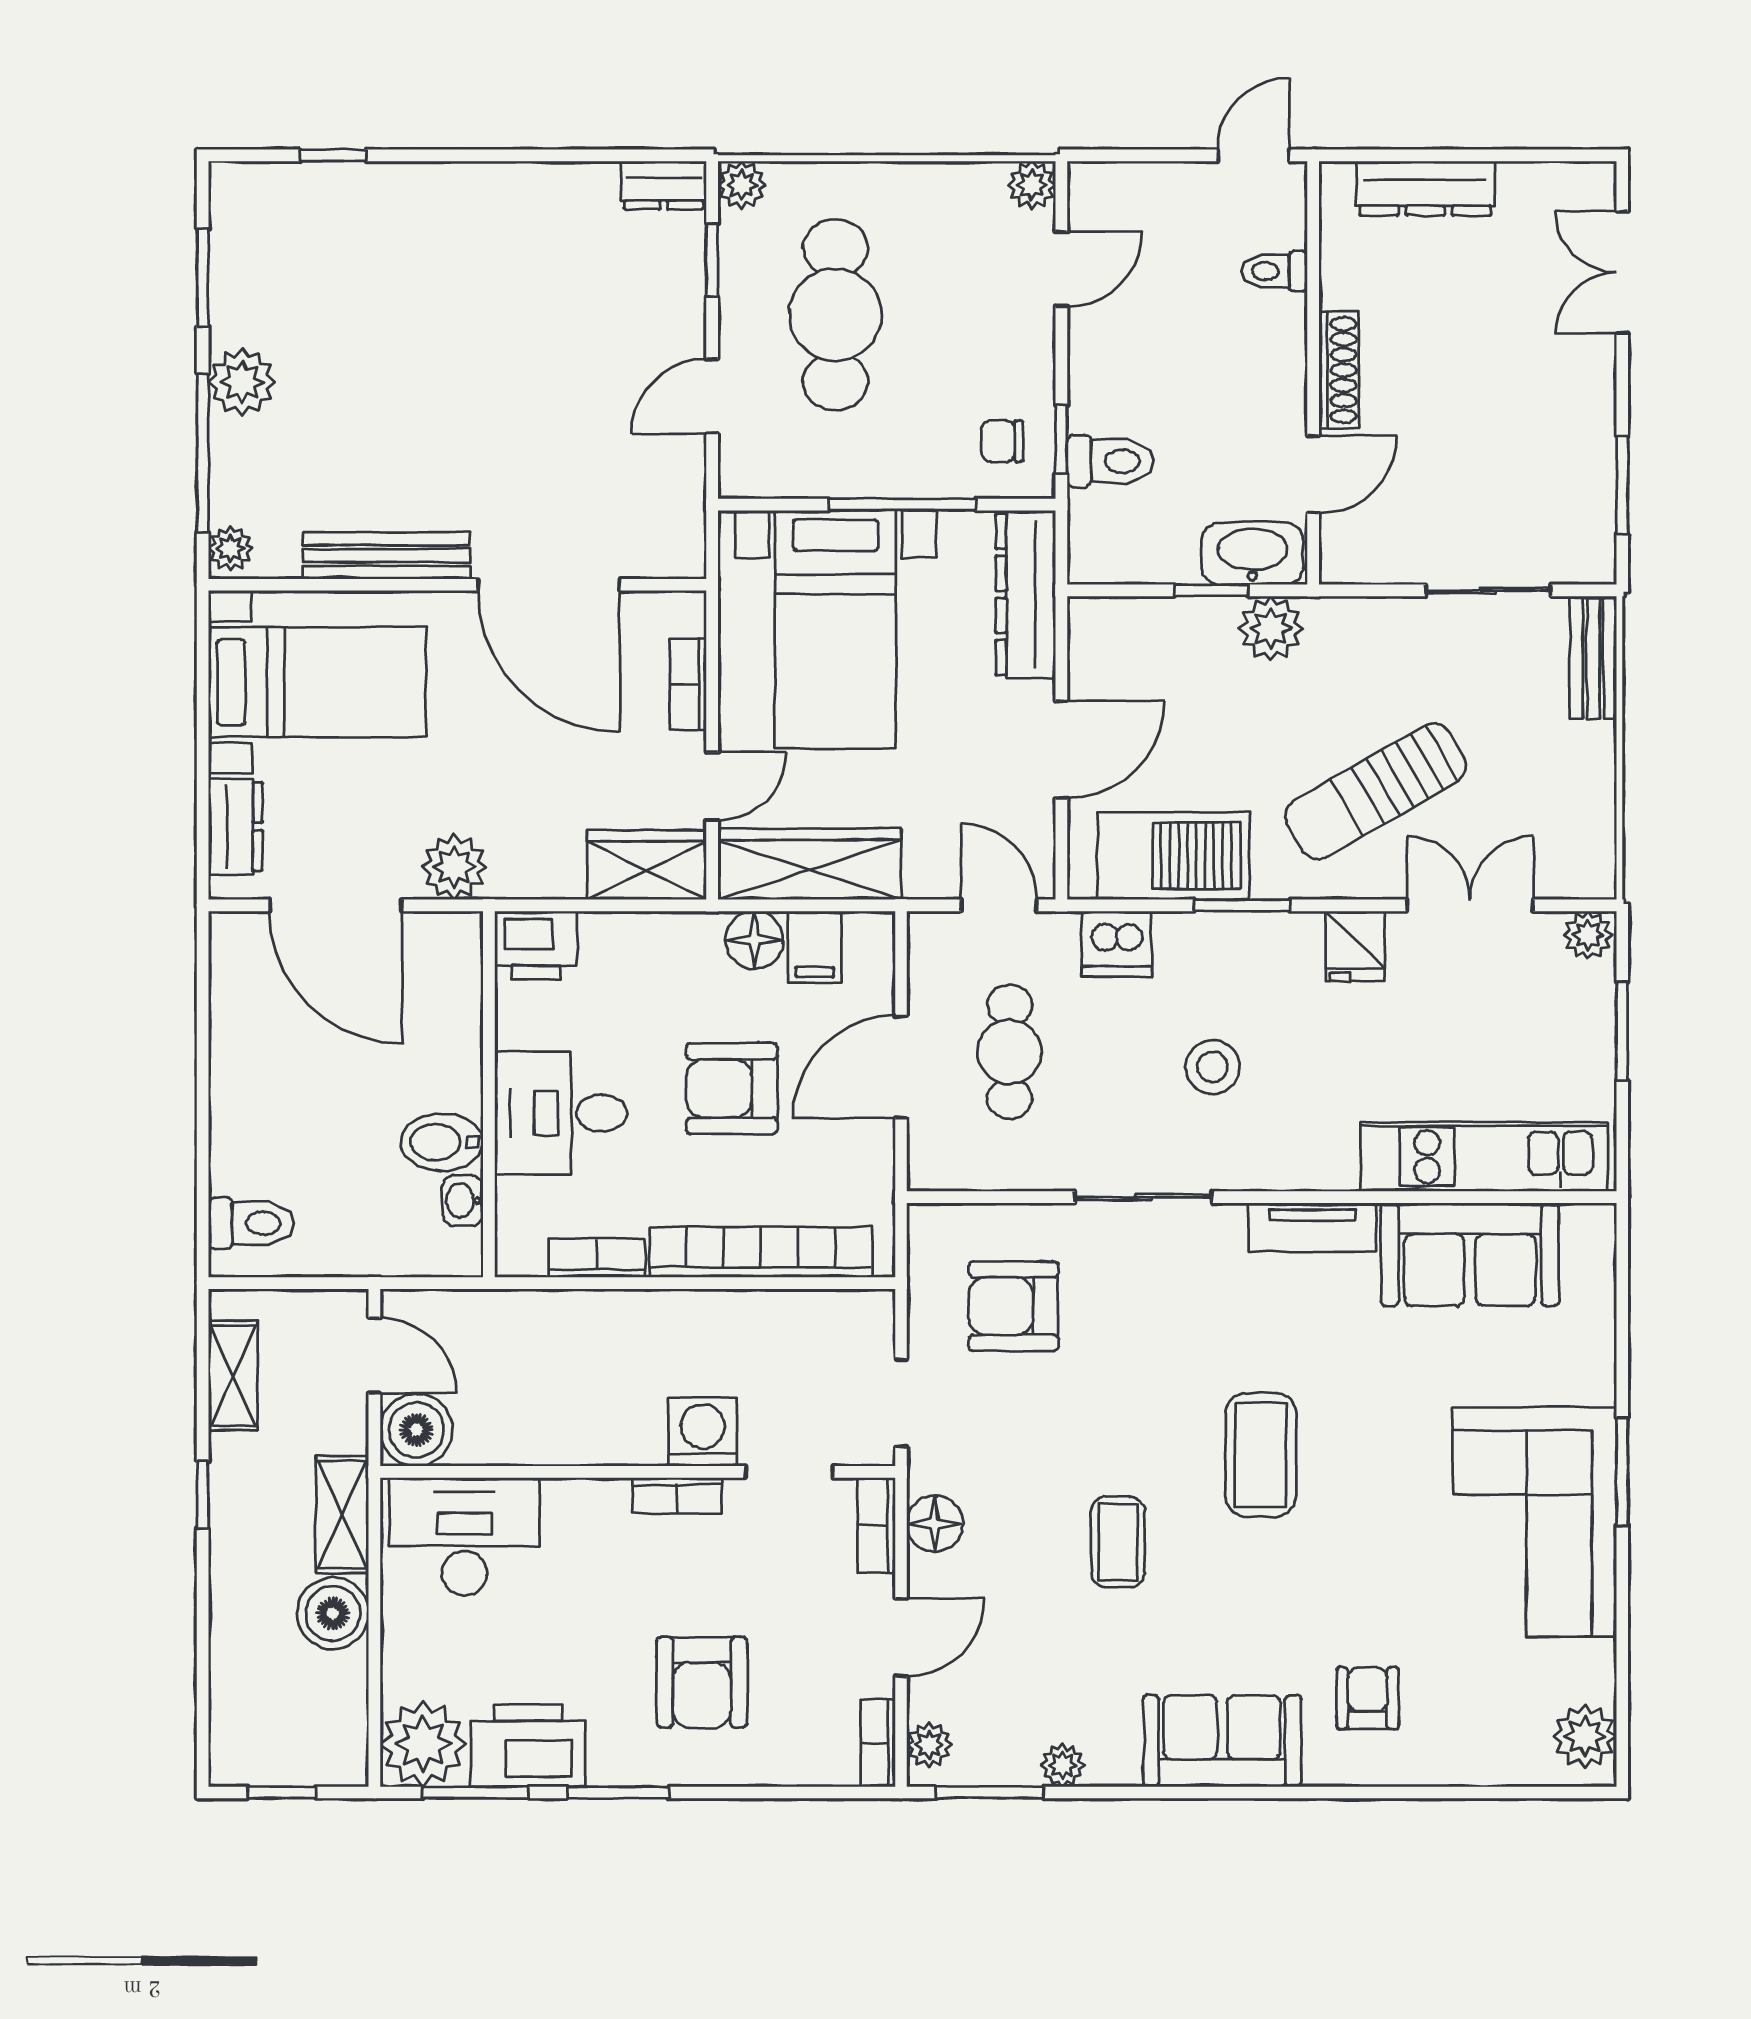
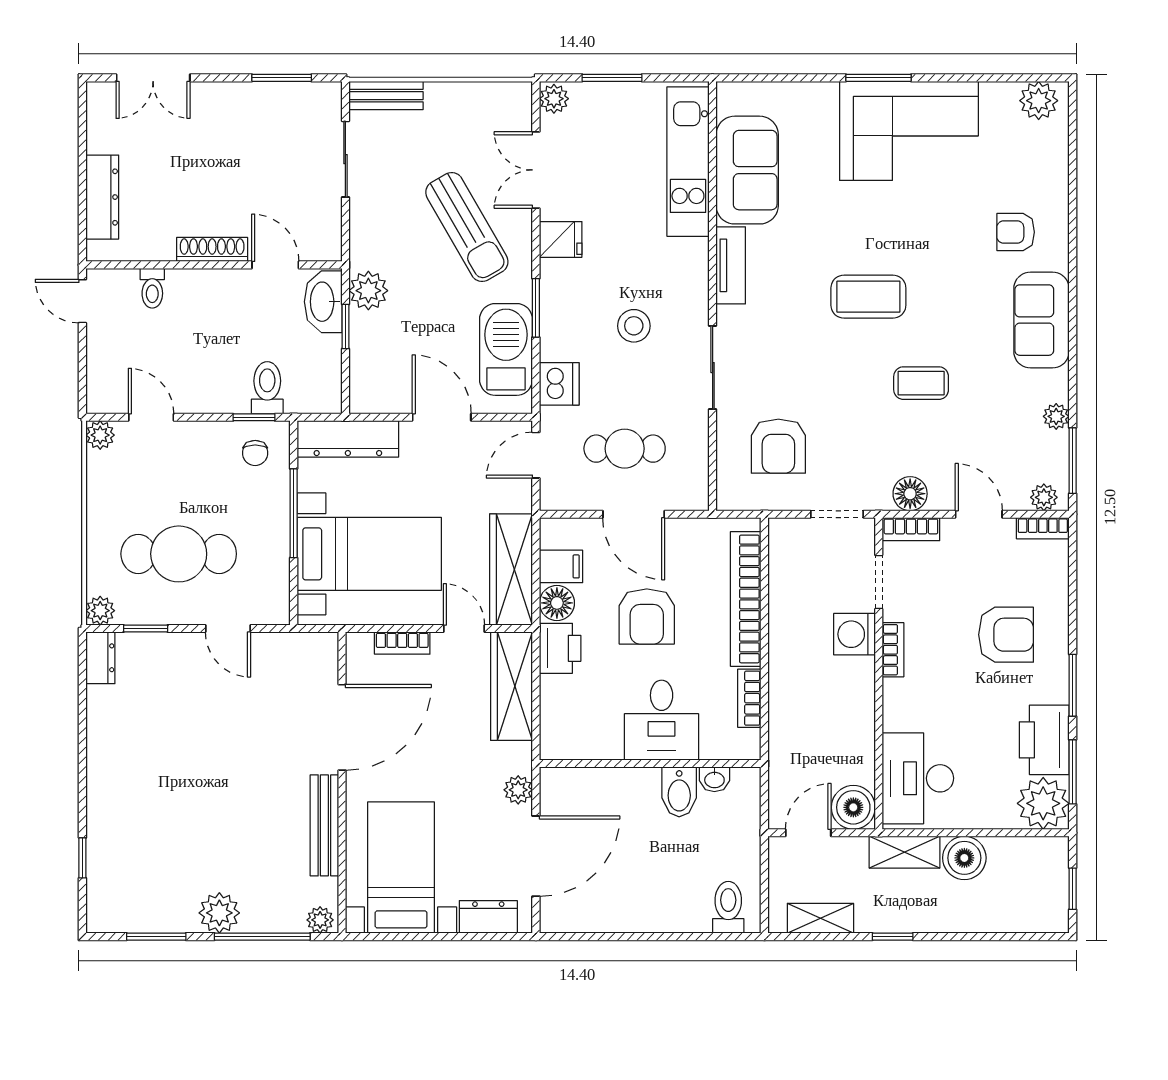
wardrobe: (647, 865) -> (512, 686), width x1.50
plant: (454, 867) -> (518, 790), width x0.73, depth x0.73
printer: (536, 945) -> (560, 648), moved

